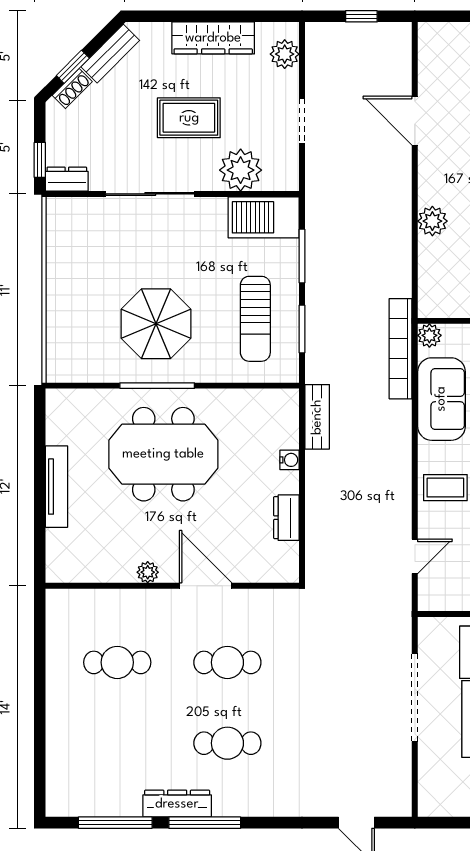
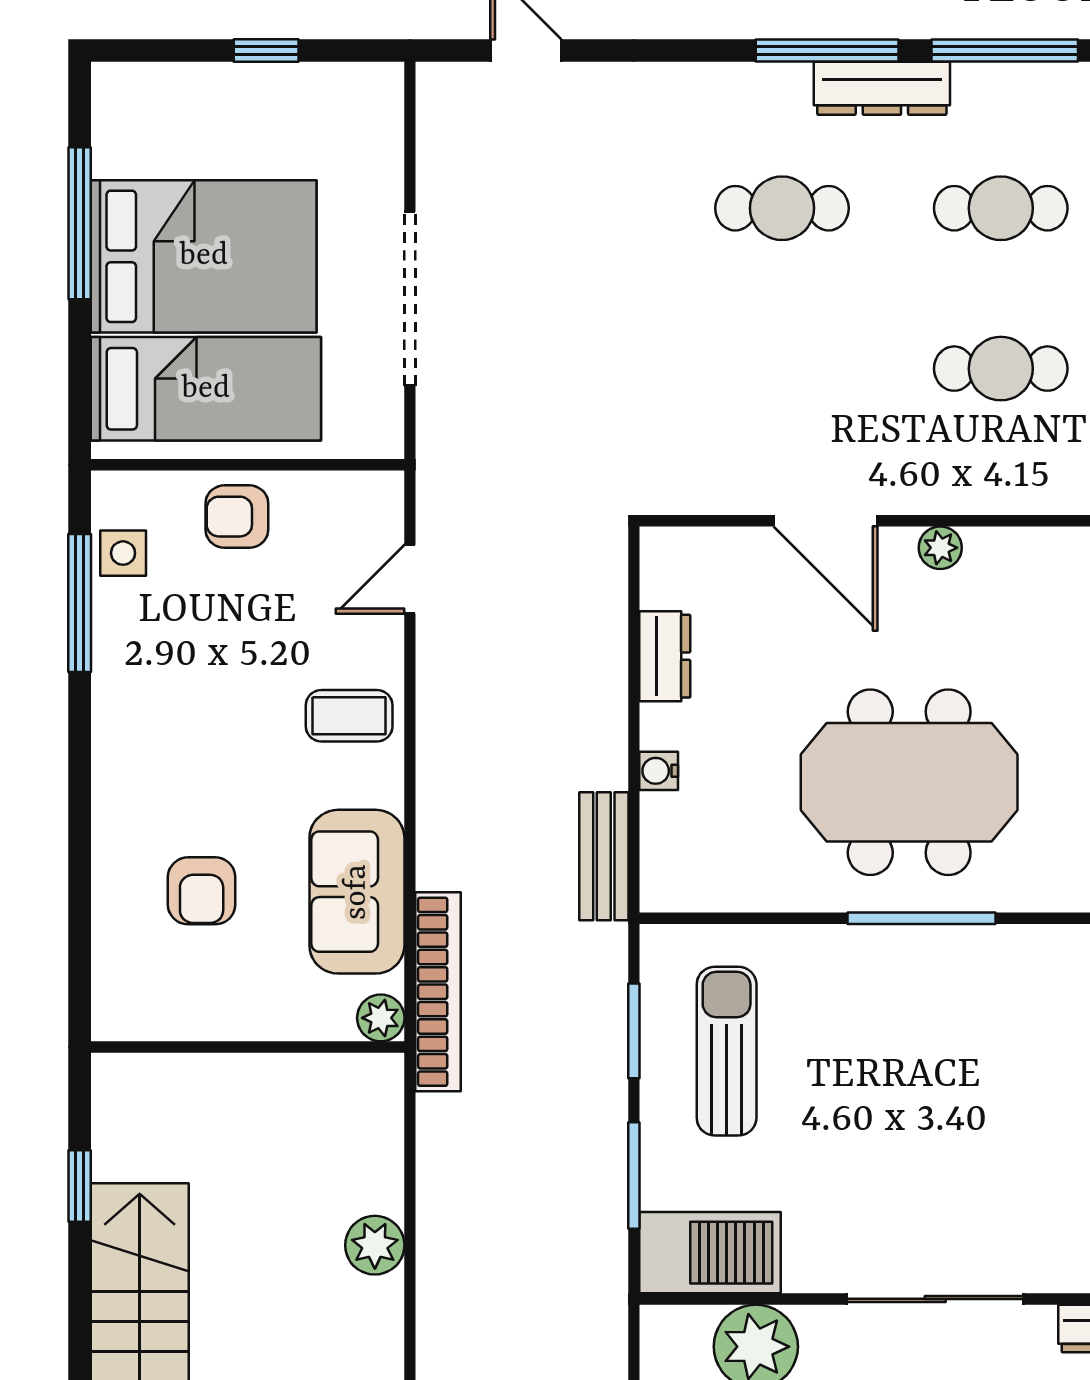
parasol: (156, 324) -> (924, 1041), removed
cafe table: (227, 662) -> (1001, 208), moved

